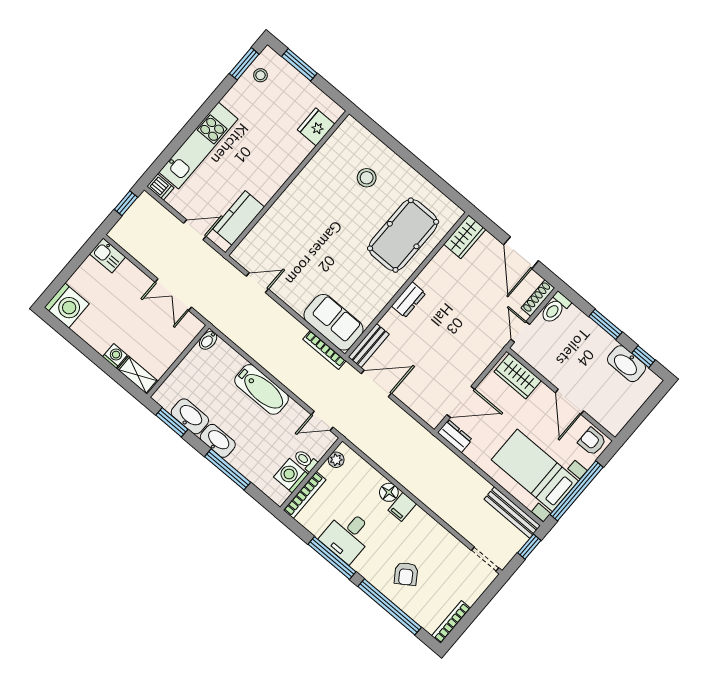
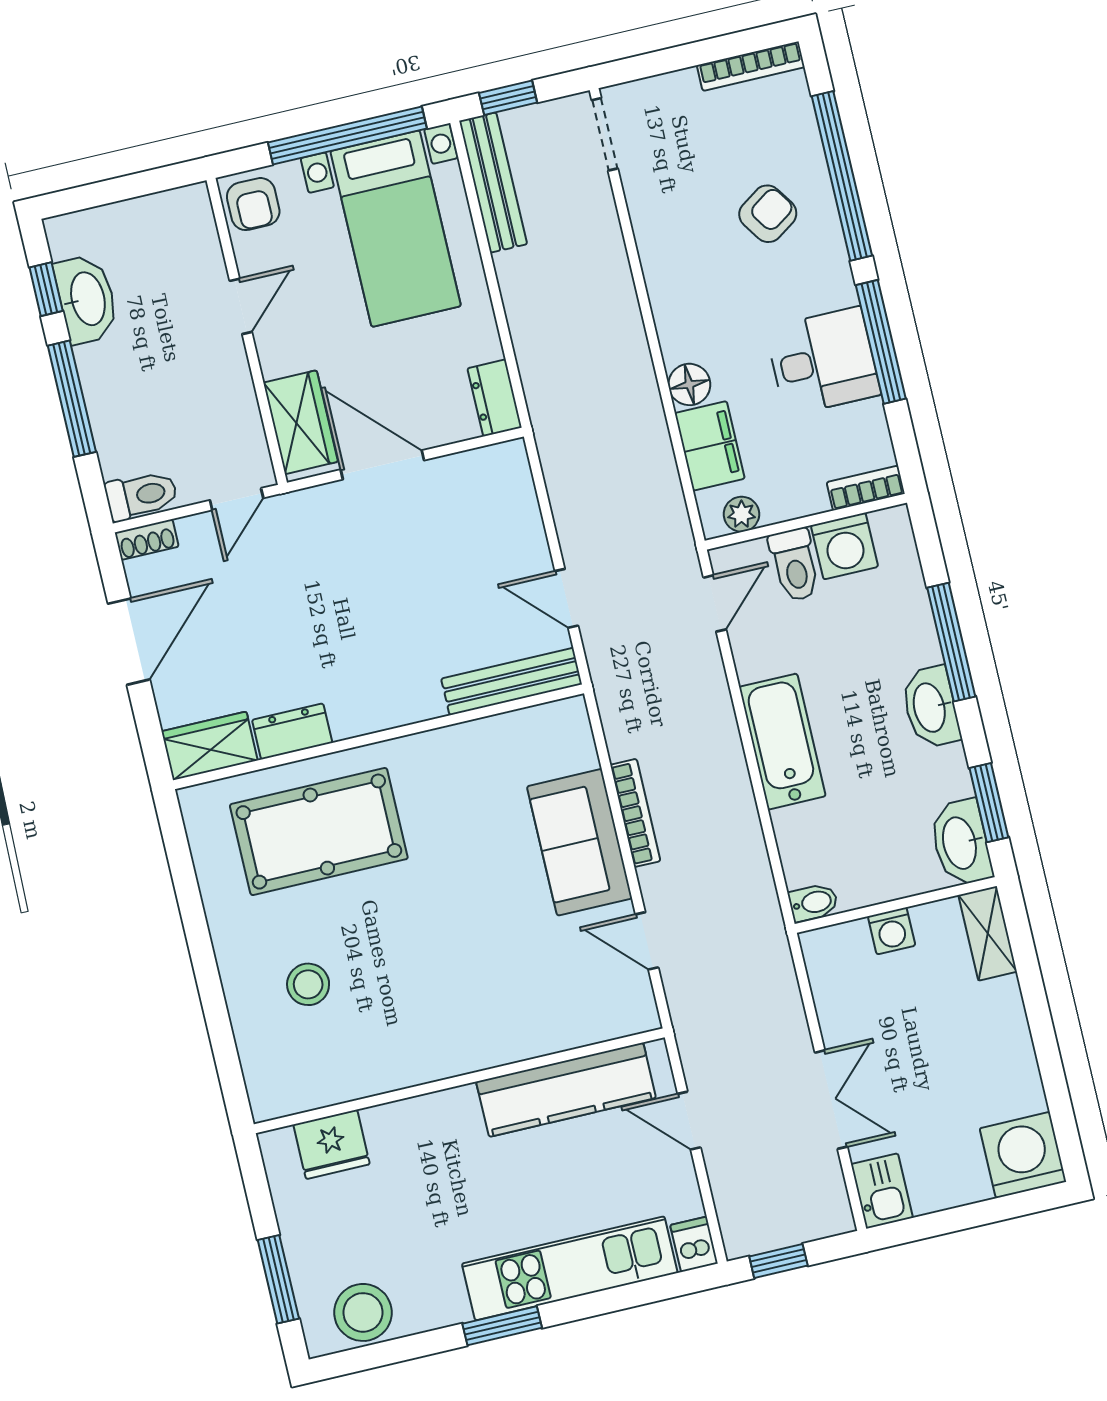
window: (244, 64) -> (502, 1326), moved
stool: (260, 75) -> (363, 1312), width x1.89, depth x1.89
kitchen counter: (239, 218) -> (566, 1090), width x1.50
double door: (173, 295) -> (831, 1100), moved
shoe rack: (538, 298) -> (147, 540), width x0.70
dresser: (409, 300) -> (292, 731), moved
sofa: (333, 322) -> (580, 842), moved
window: (605, 324) -> (72, 399), width x1.44
bench: (369, 346) -> (512, 682), width x1.36
bookcase: (324, 350) -> (635, 813), moved
washing machine: (115, 356) -> (892, 931), moved, turned -90
door: (376, 384) -> (567, 598), width x0.73
door: (461, 402) -> (382, 465), moved
door: (570, 402) -> (241, 306), width x0.73
washbasin: (190, 416) -> (961, 843), moved
door: (322, 421) -> (715, 603), hinge flipped
toilet: (305, 461) -> (795, 565), width x1.37, depth x1.39
bookcase: (305, 495) -> (866, 488), width x0.64
filing cabinet: (402, 507) -> (710, 446), moved, width x2.00

